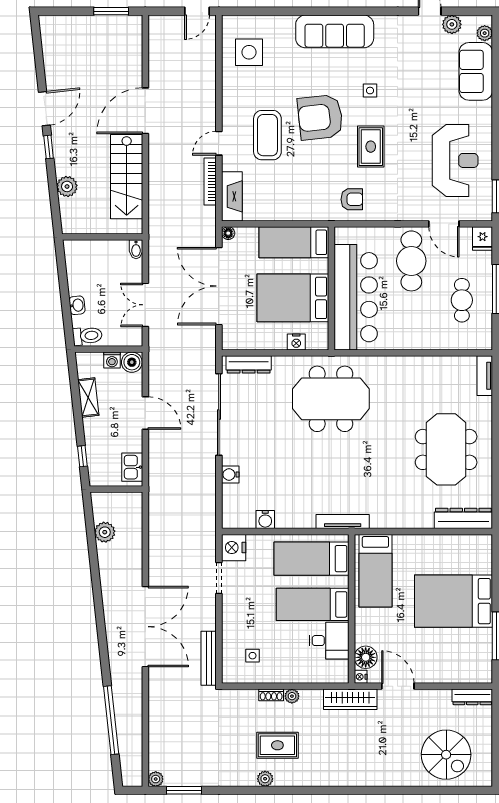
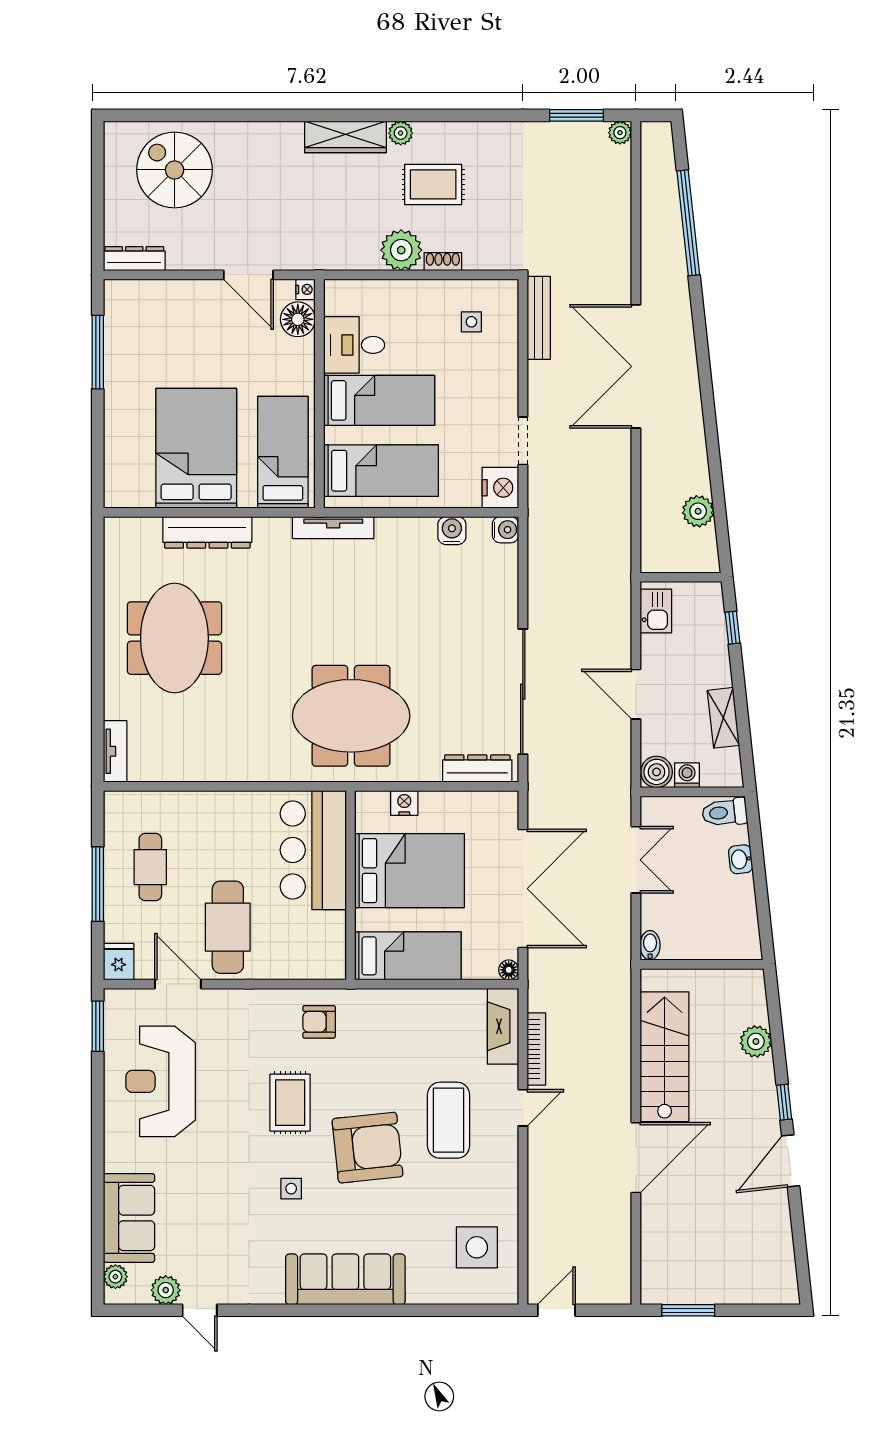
bar counter: (356, 297) -> (313, 850), width x0.73
water cooler: (230, 474) -> (505, 530), moved
dresser: (463, 518) -> (207, 532), moved
bed: (453, 601) -> (196, 448), moved, turned -90
plant: (292, 696) -> (401, 250), width x1.88, depth x1.88
wardrobe: (350, 699) -> (345, 137), moved, turned 180
plant: (265, 779) -> (401, 133), moved

